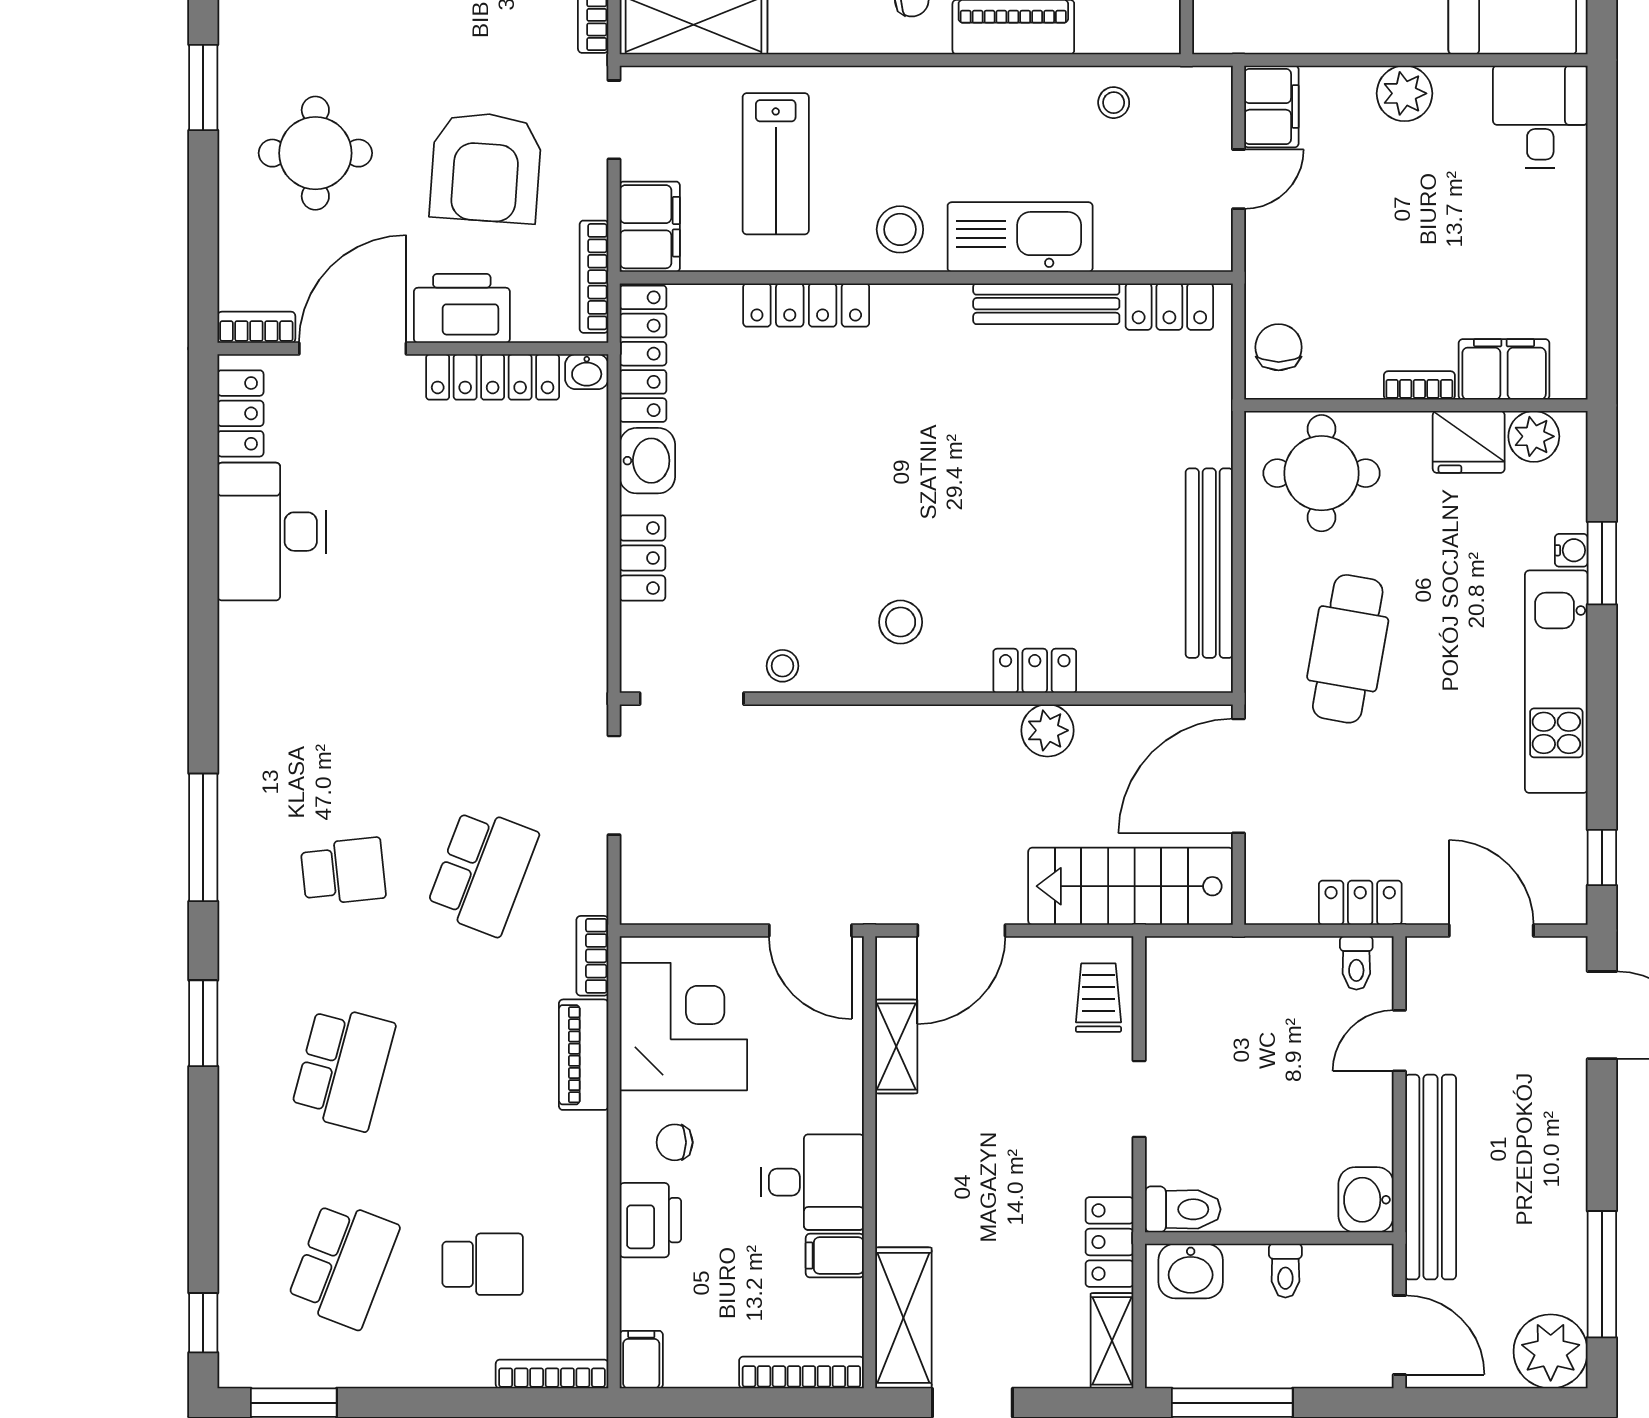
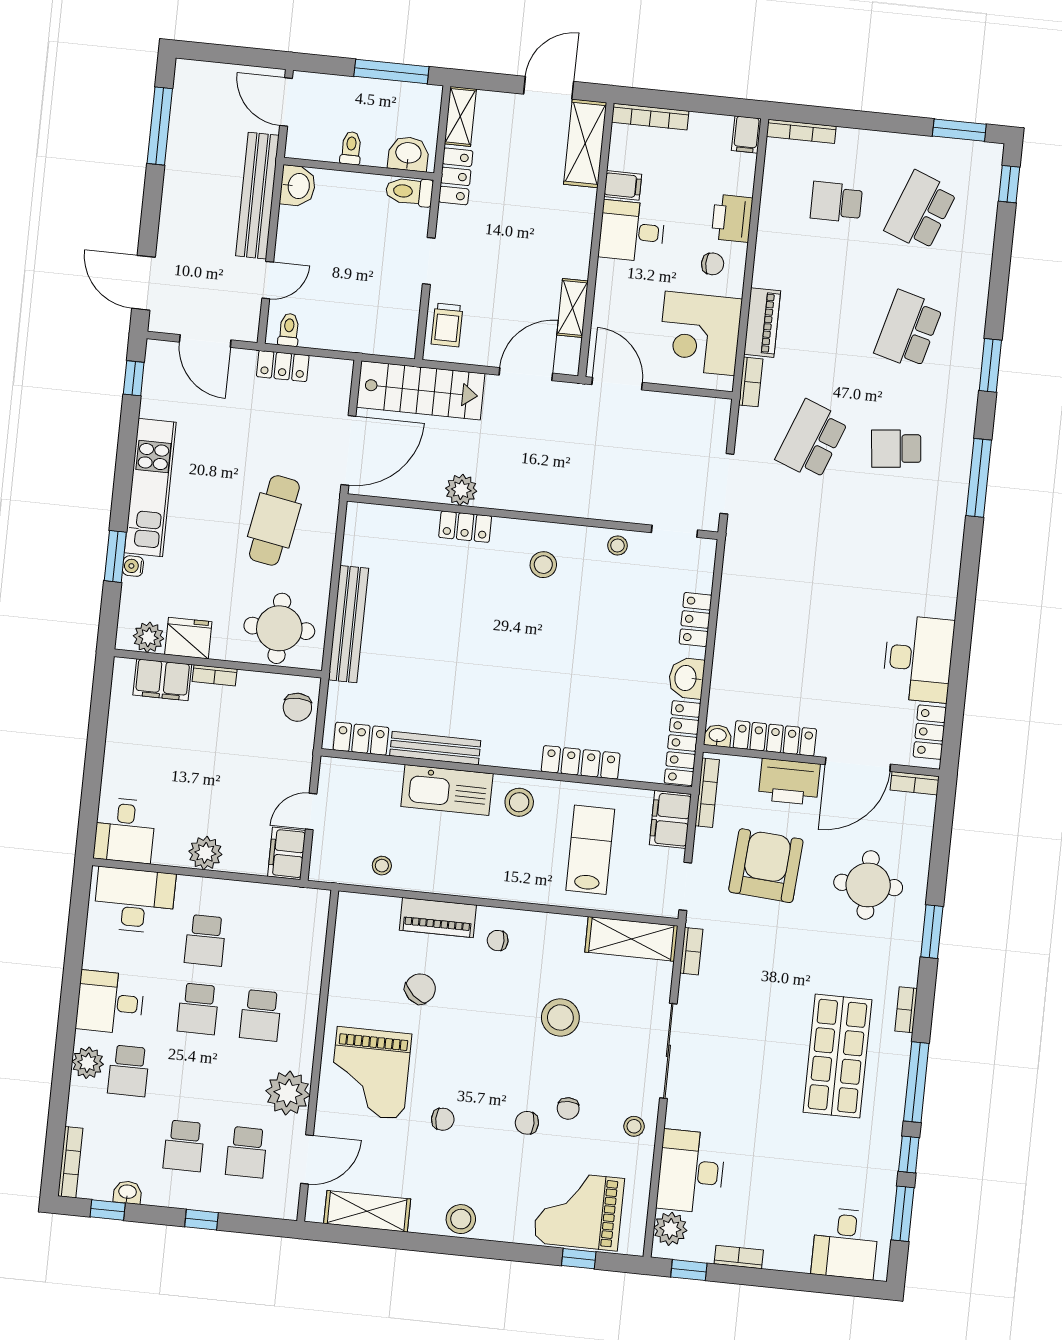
bench: (1209, 563) -> (348, 624), moved
doorway: (692, 699) -> (674, 531), width x0.73
plant: (1551, 1351) -> (196, 83), removed

